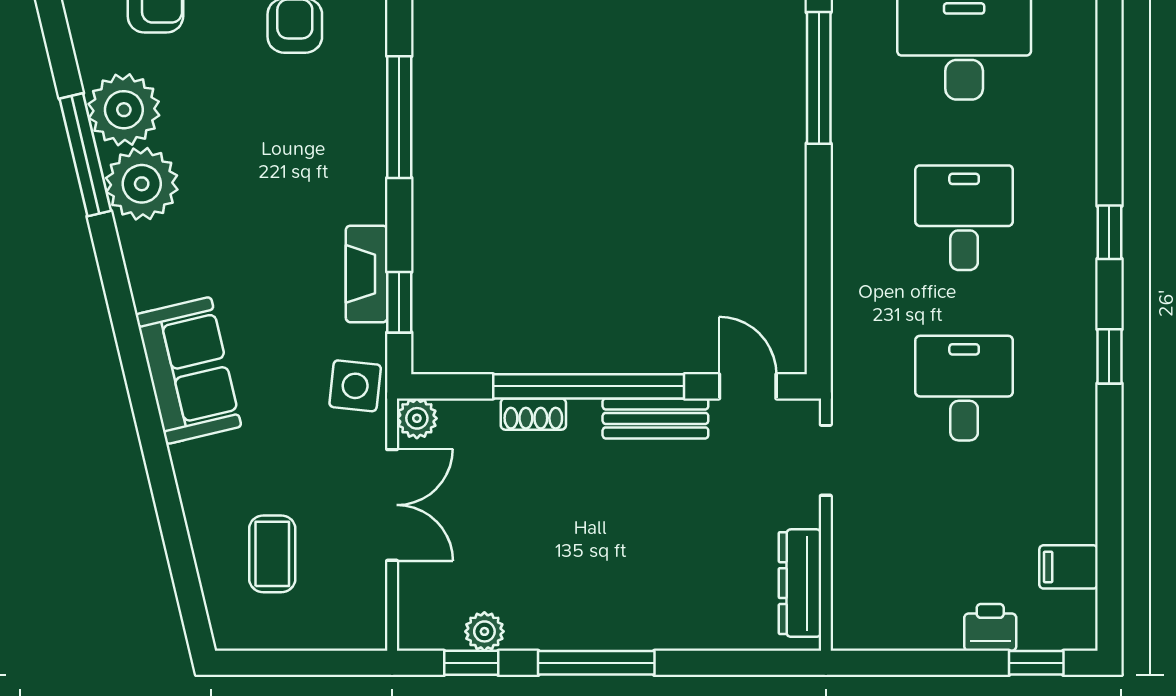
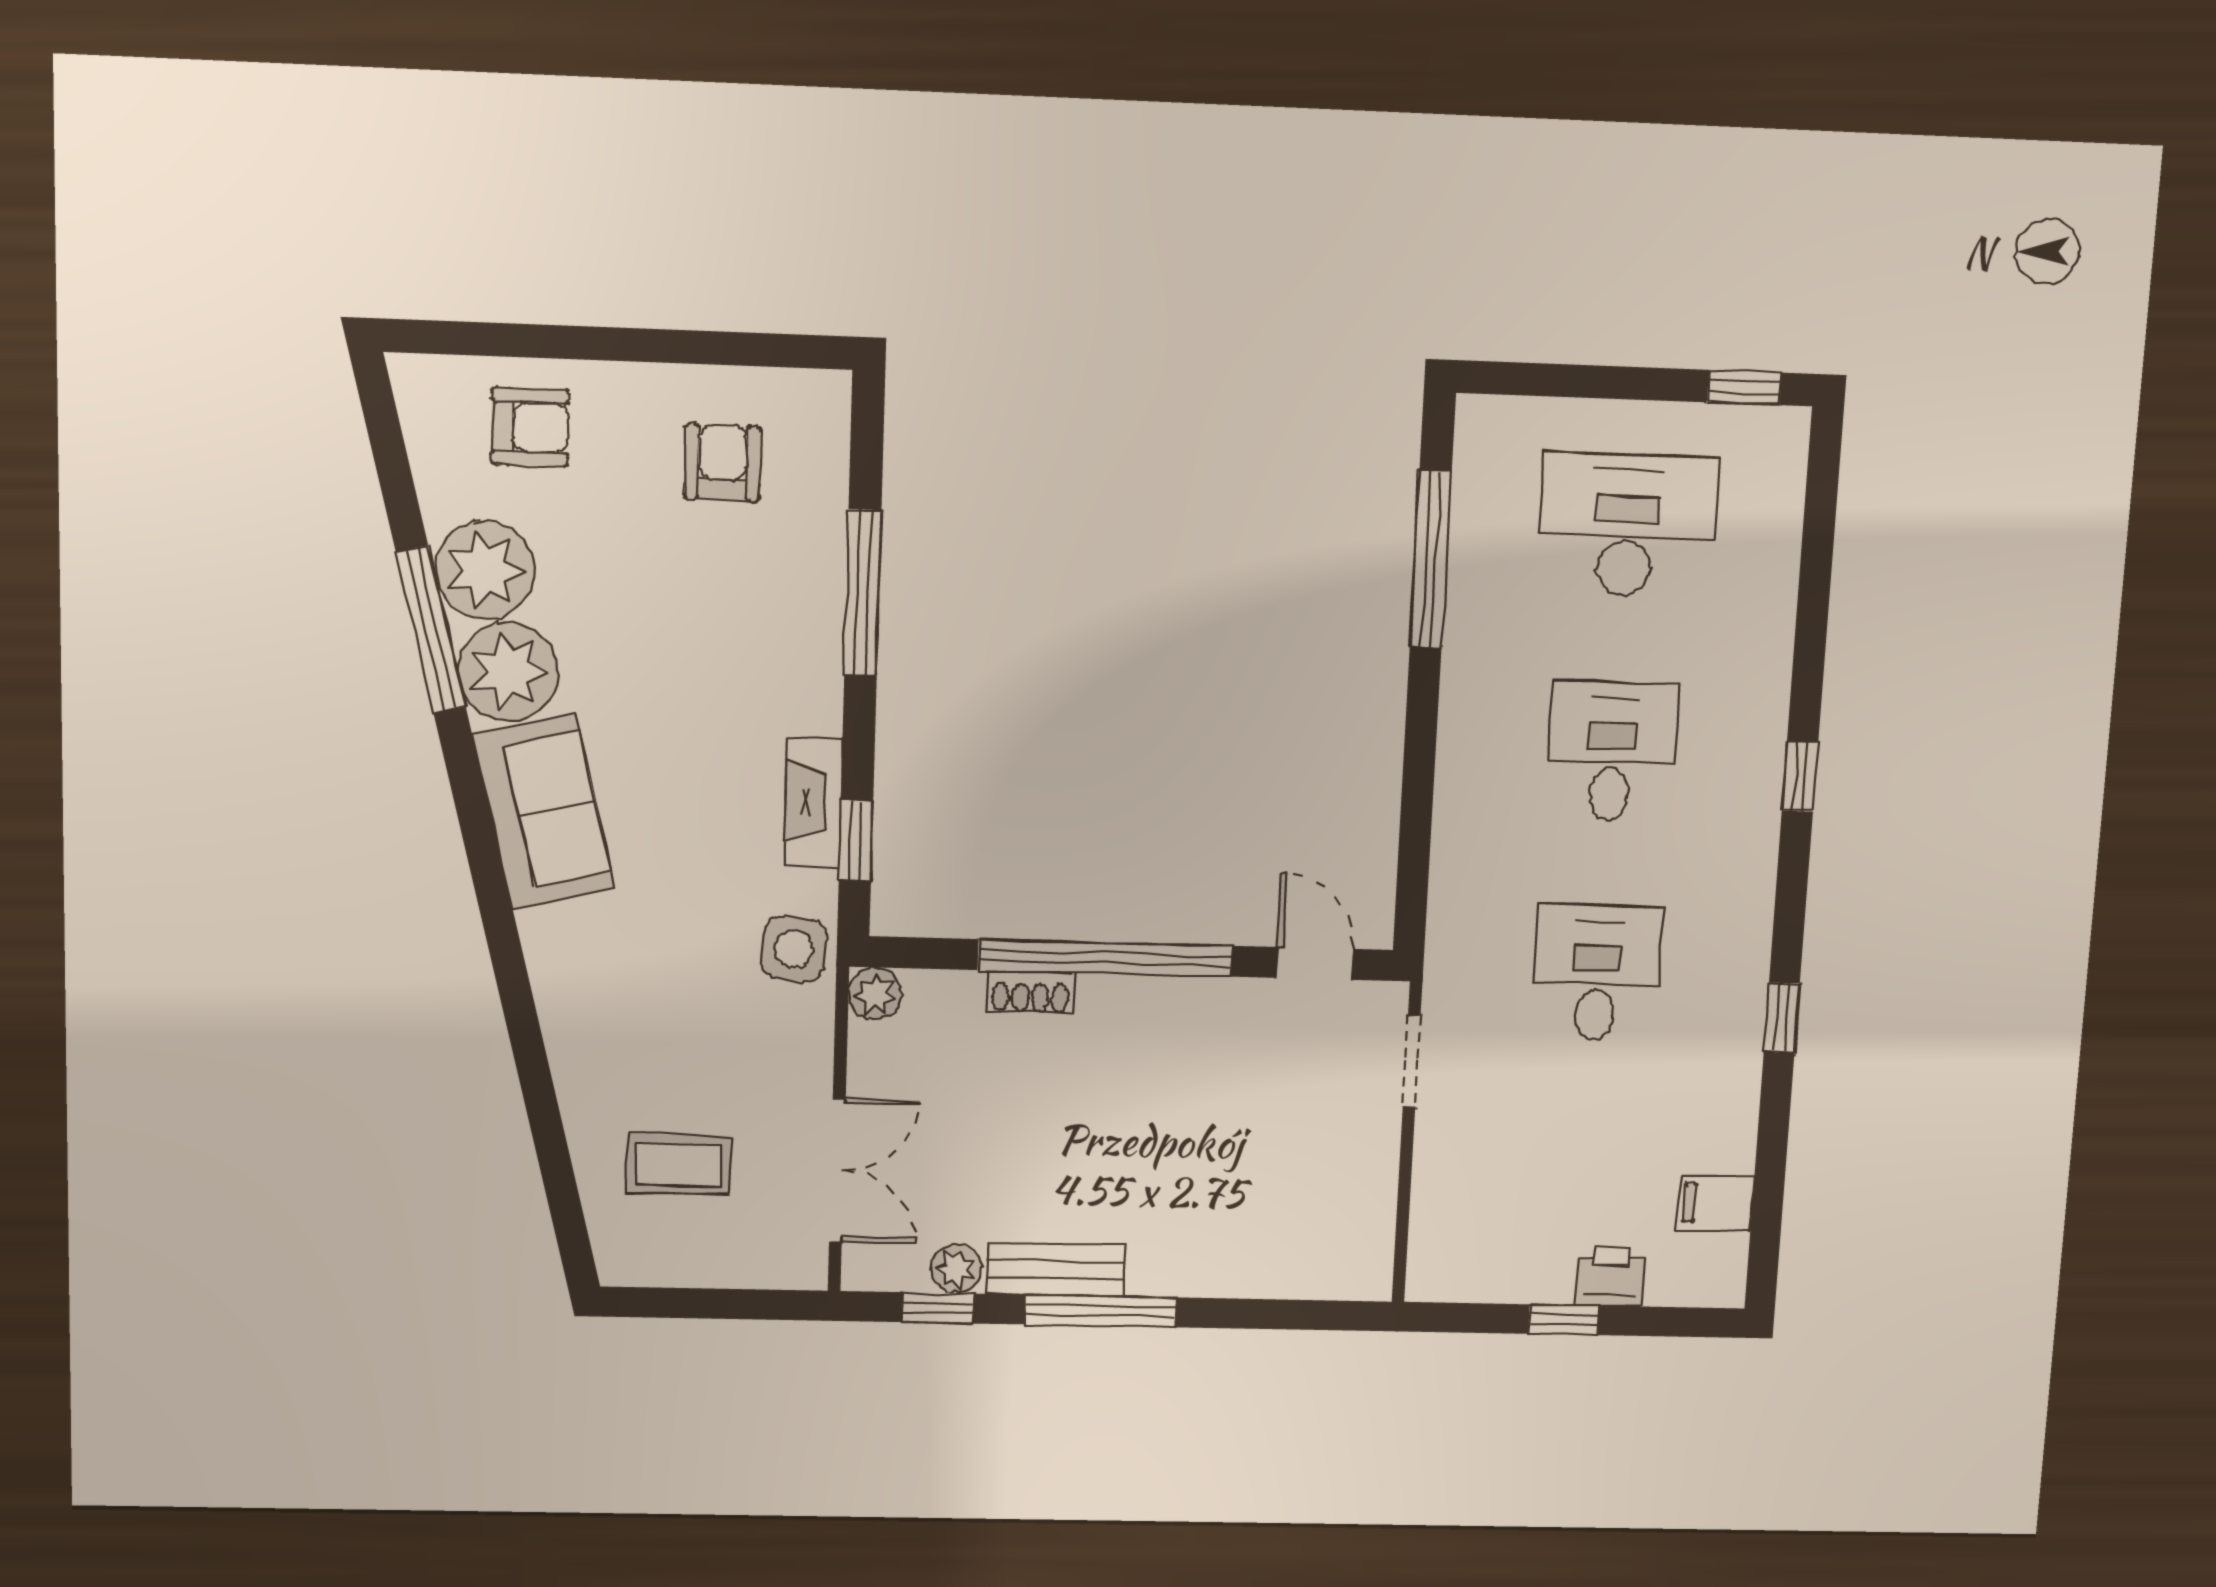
window: (1109, 356) -> (1782, 1018), moved
sofa: (188, 370) -> (544, 812), moved
bench: (655, 418) -> (1055, 1270), moved
double door: (392, 505) -> (837, 1170), moved
coffee table: (272, 554) -> (678, 1164), turned 90
dresser: (800, 583) -> (1369, 1216), removed
window: (1036, 663) -> (1564, 1320), moved

